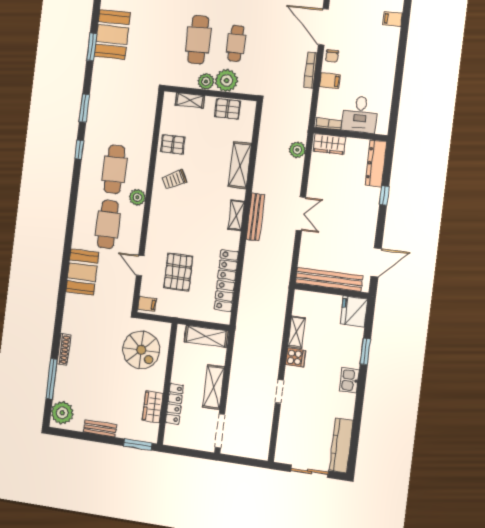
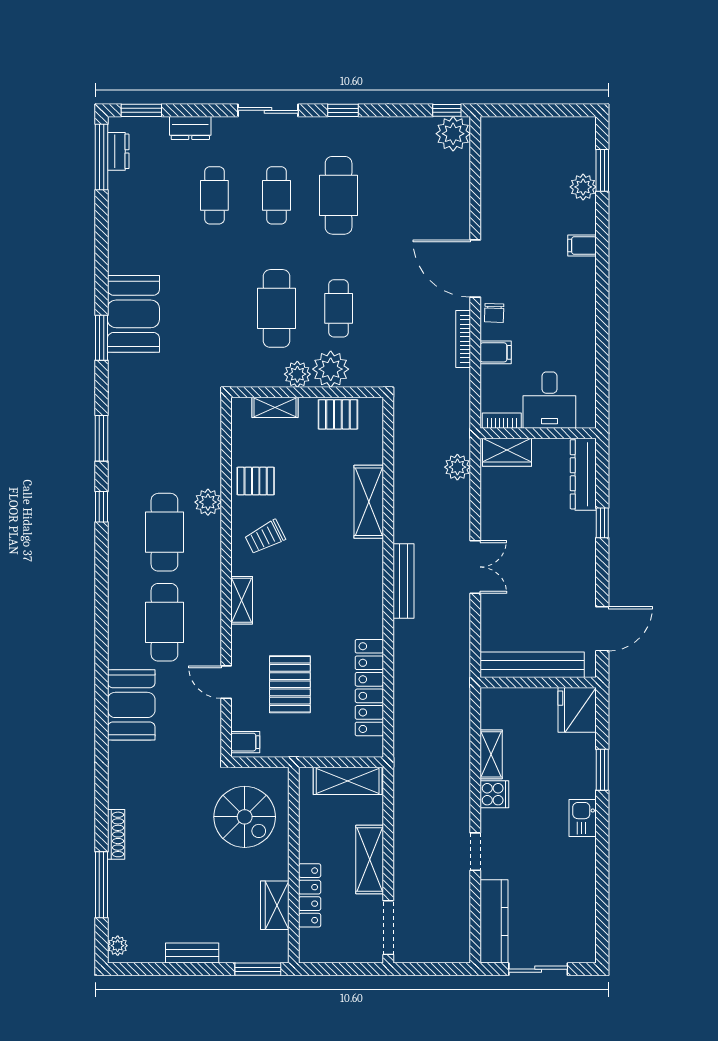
plant: (137, 197) -> (208, 502), moved
shelving: (236, 215) -> (242, 600), moved
plant: (62, 413) -> (118, 946), width x0.53, depth x0.53
kitchen counter: (341, 445) -> (494, 921), moved, turned 180

